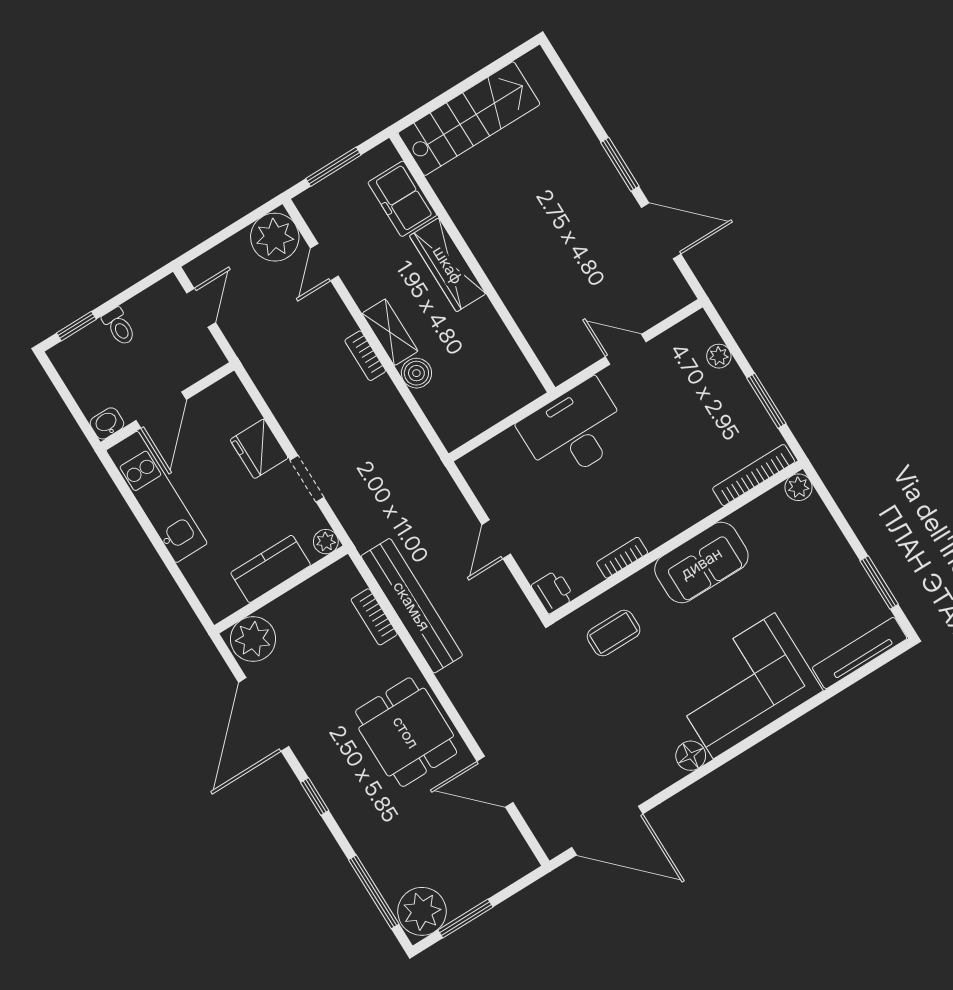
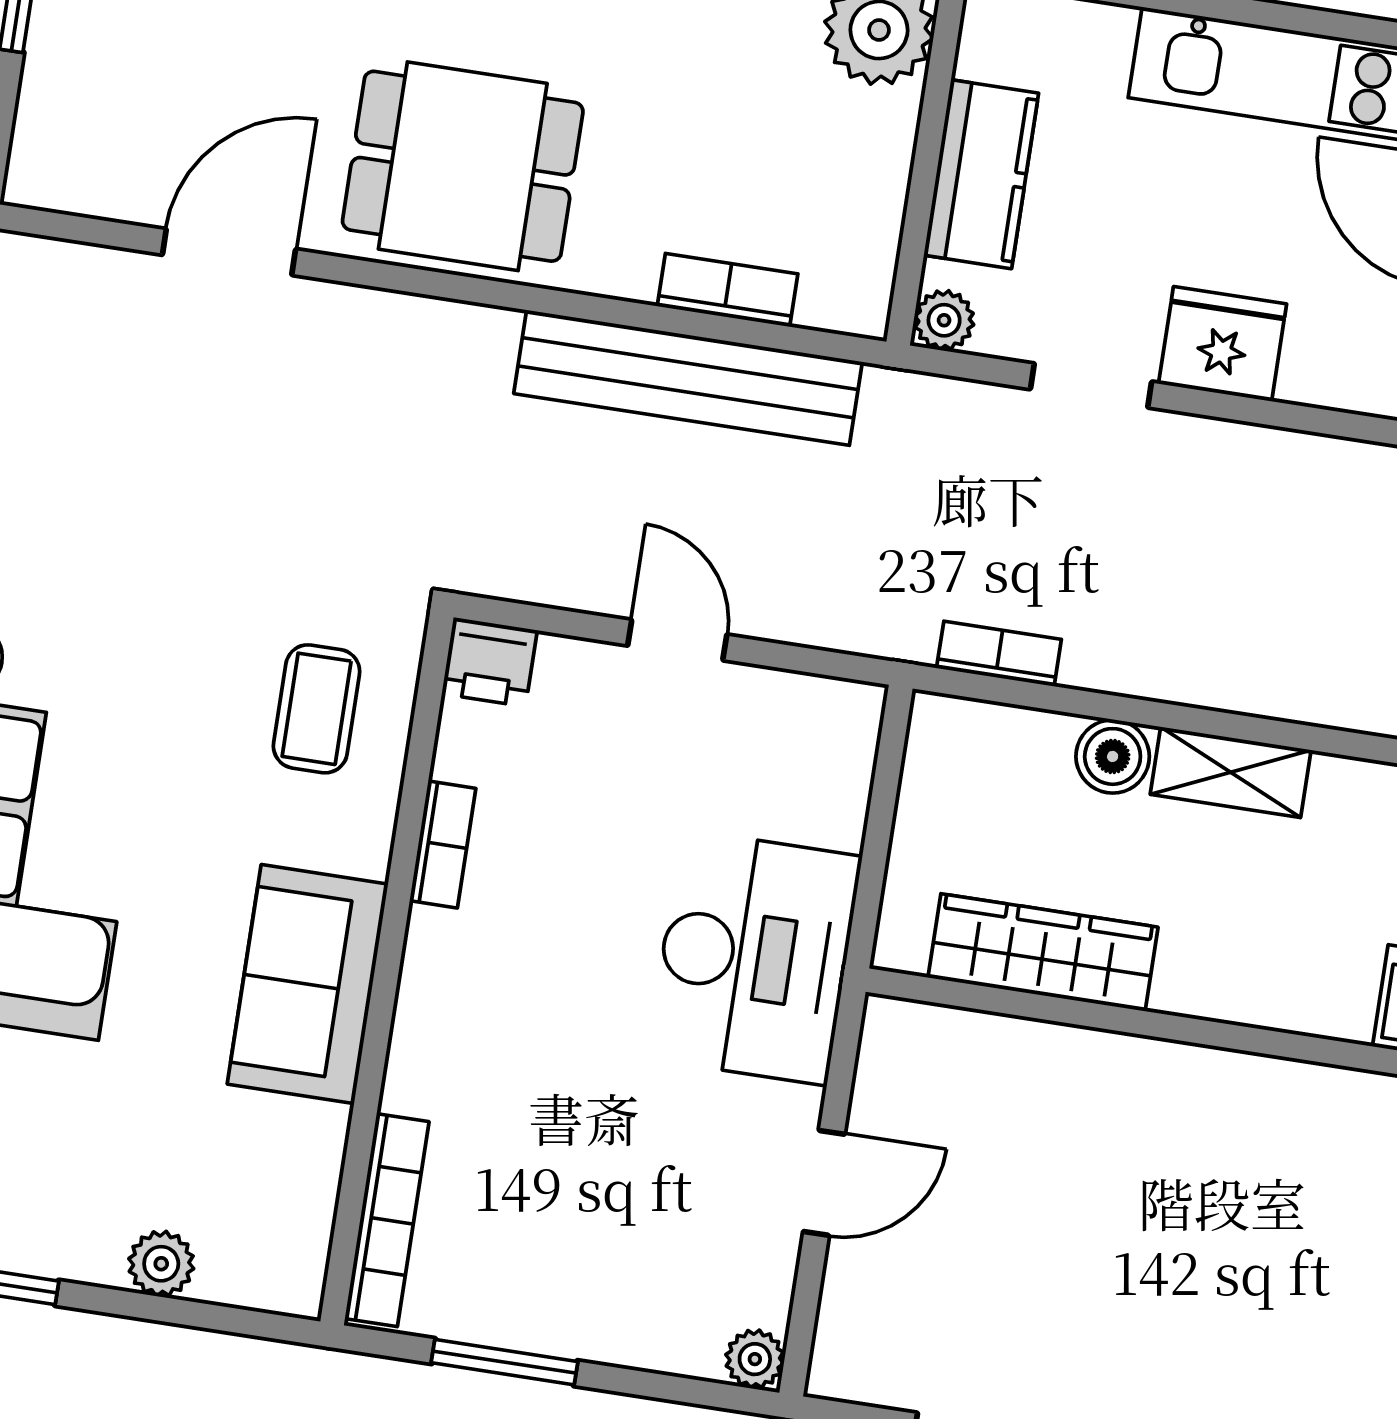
wardrobe: (448, 265) -> (1043, 952), moved
bookcase: (365, 356) -> (999, 654), moved
plant: (719, 356) -> (755, 1359), moved
plant: (799, 487) -> (161, 1264), moved

